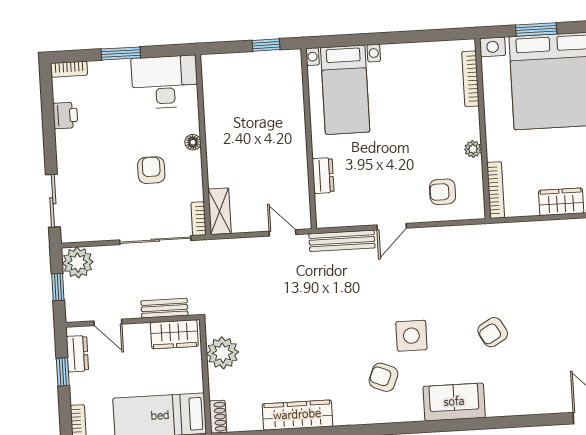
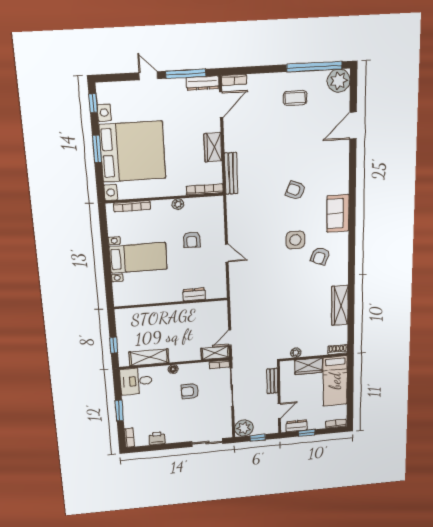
window: (536, 29) -> (97, 149), moved
window: (266, 45) -> (114, 345), moved
desk: (165, 82) -> (136, 381), width x0.73
bed with nightstands: (345, 90) -> (138, 258), moved
shelving: (216, 103) -> (149, 357), added
armchair: (443, 192) -> (192, 240), moved
door: (283, 233) -> (230, 338), moved
bench: (342, 241) -> (231, 173), moved
armchair: (493, 332) -> (296, 190), turned 142
wardrobe: (174, 334) -> (308, 366), moved, turned 90
plant: (223, 353) -> (296, 353), width x0.53, depth x0.53

